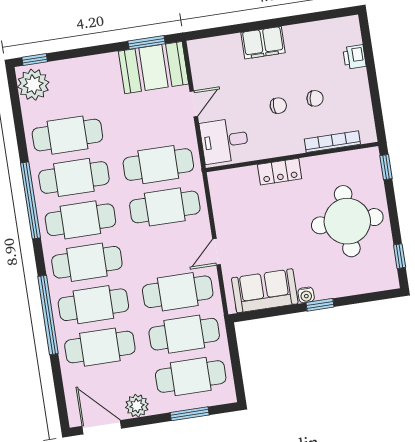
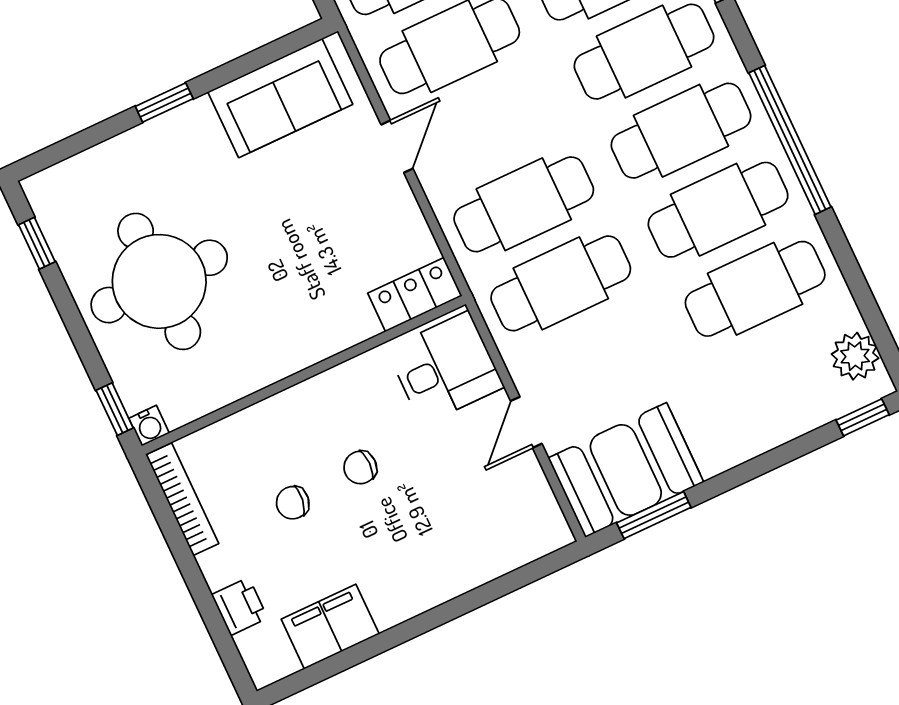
filing cabinet: (263, 43) -> (330, 627), moved
plant: (33, 85) -> (855, 356), width x0.73, depth x0.73
bookcase: (332, 142) -> (182, 499), moved, turned -90
locker: (280, 172) -> (415, 295), moved
water cooler: (306, 295) -> (149, 426), moved, turned 180

